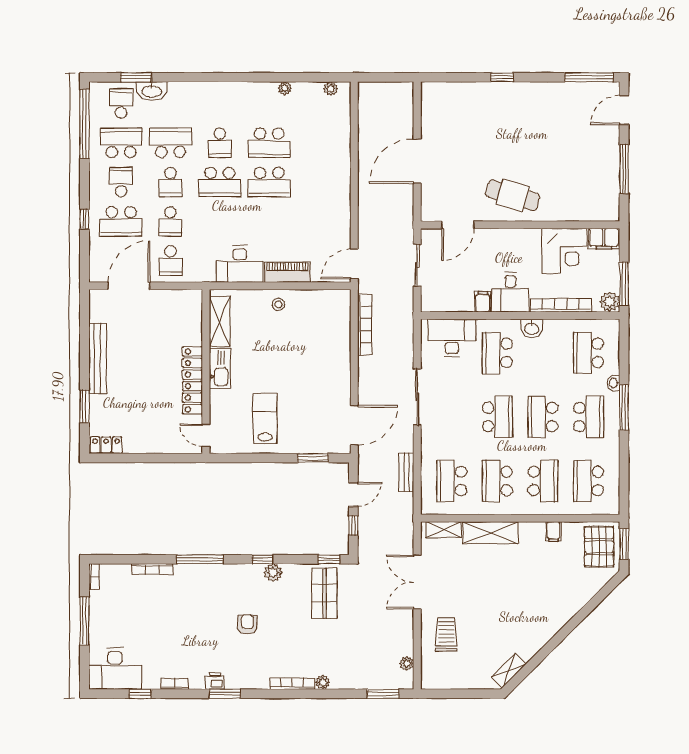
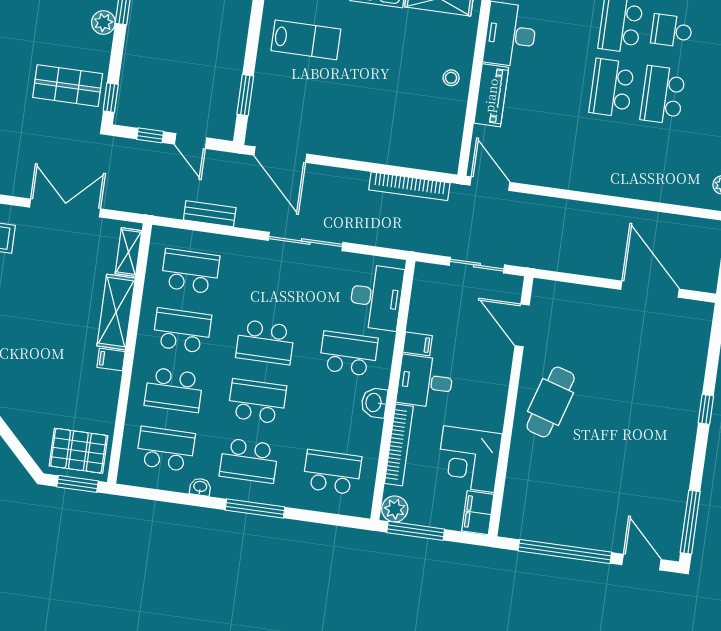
door: (417, 161) -> (650, 289), moved
window: (624, 169) -> (565, 551), width x1.46
washbasin: (613, 383) -> (200, 487), moved
filing cabinet: (553, 532) -> (111, 360), moved

